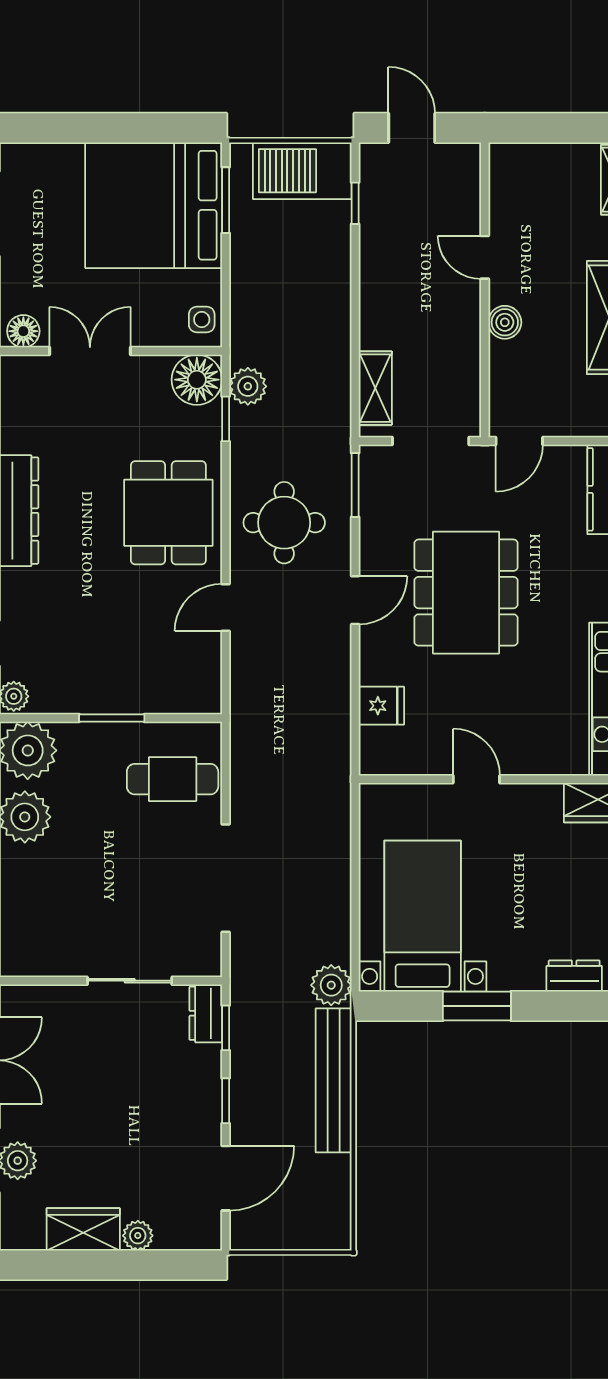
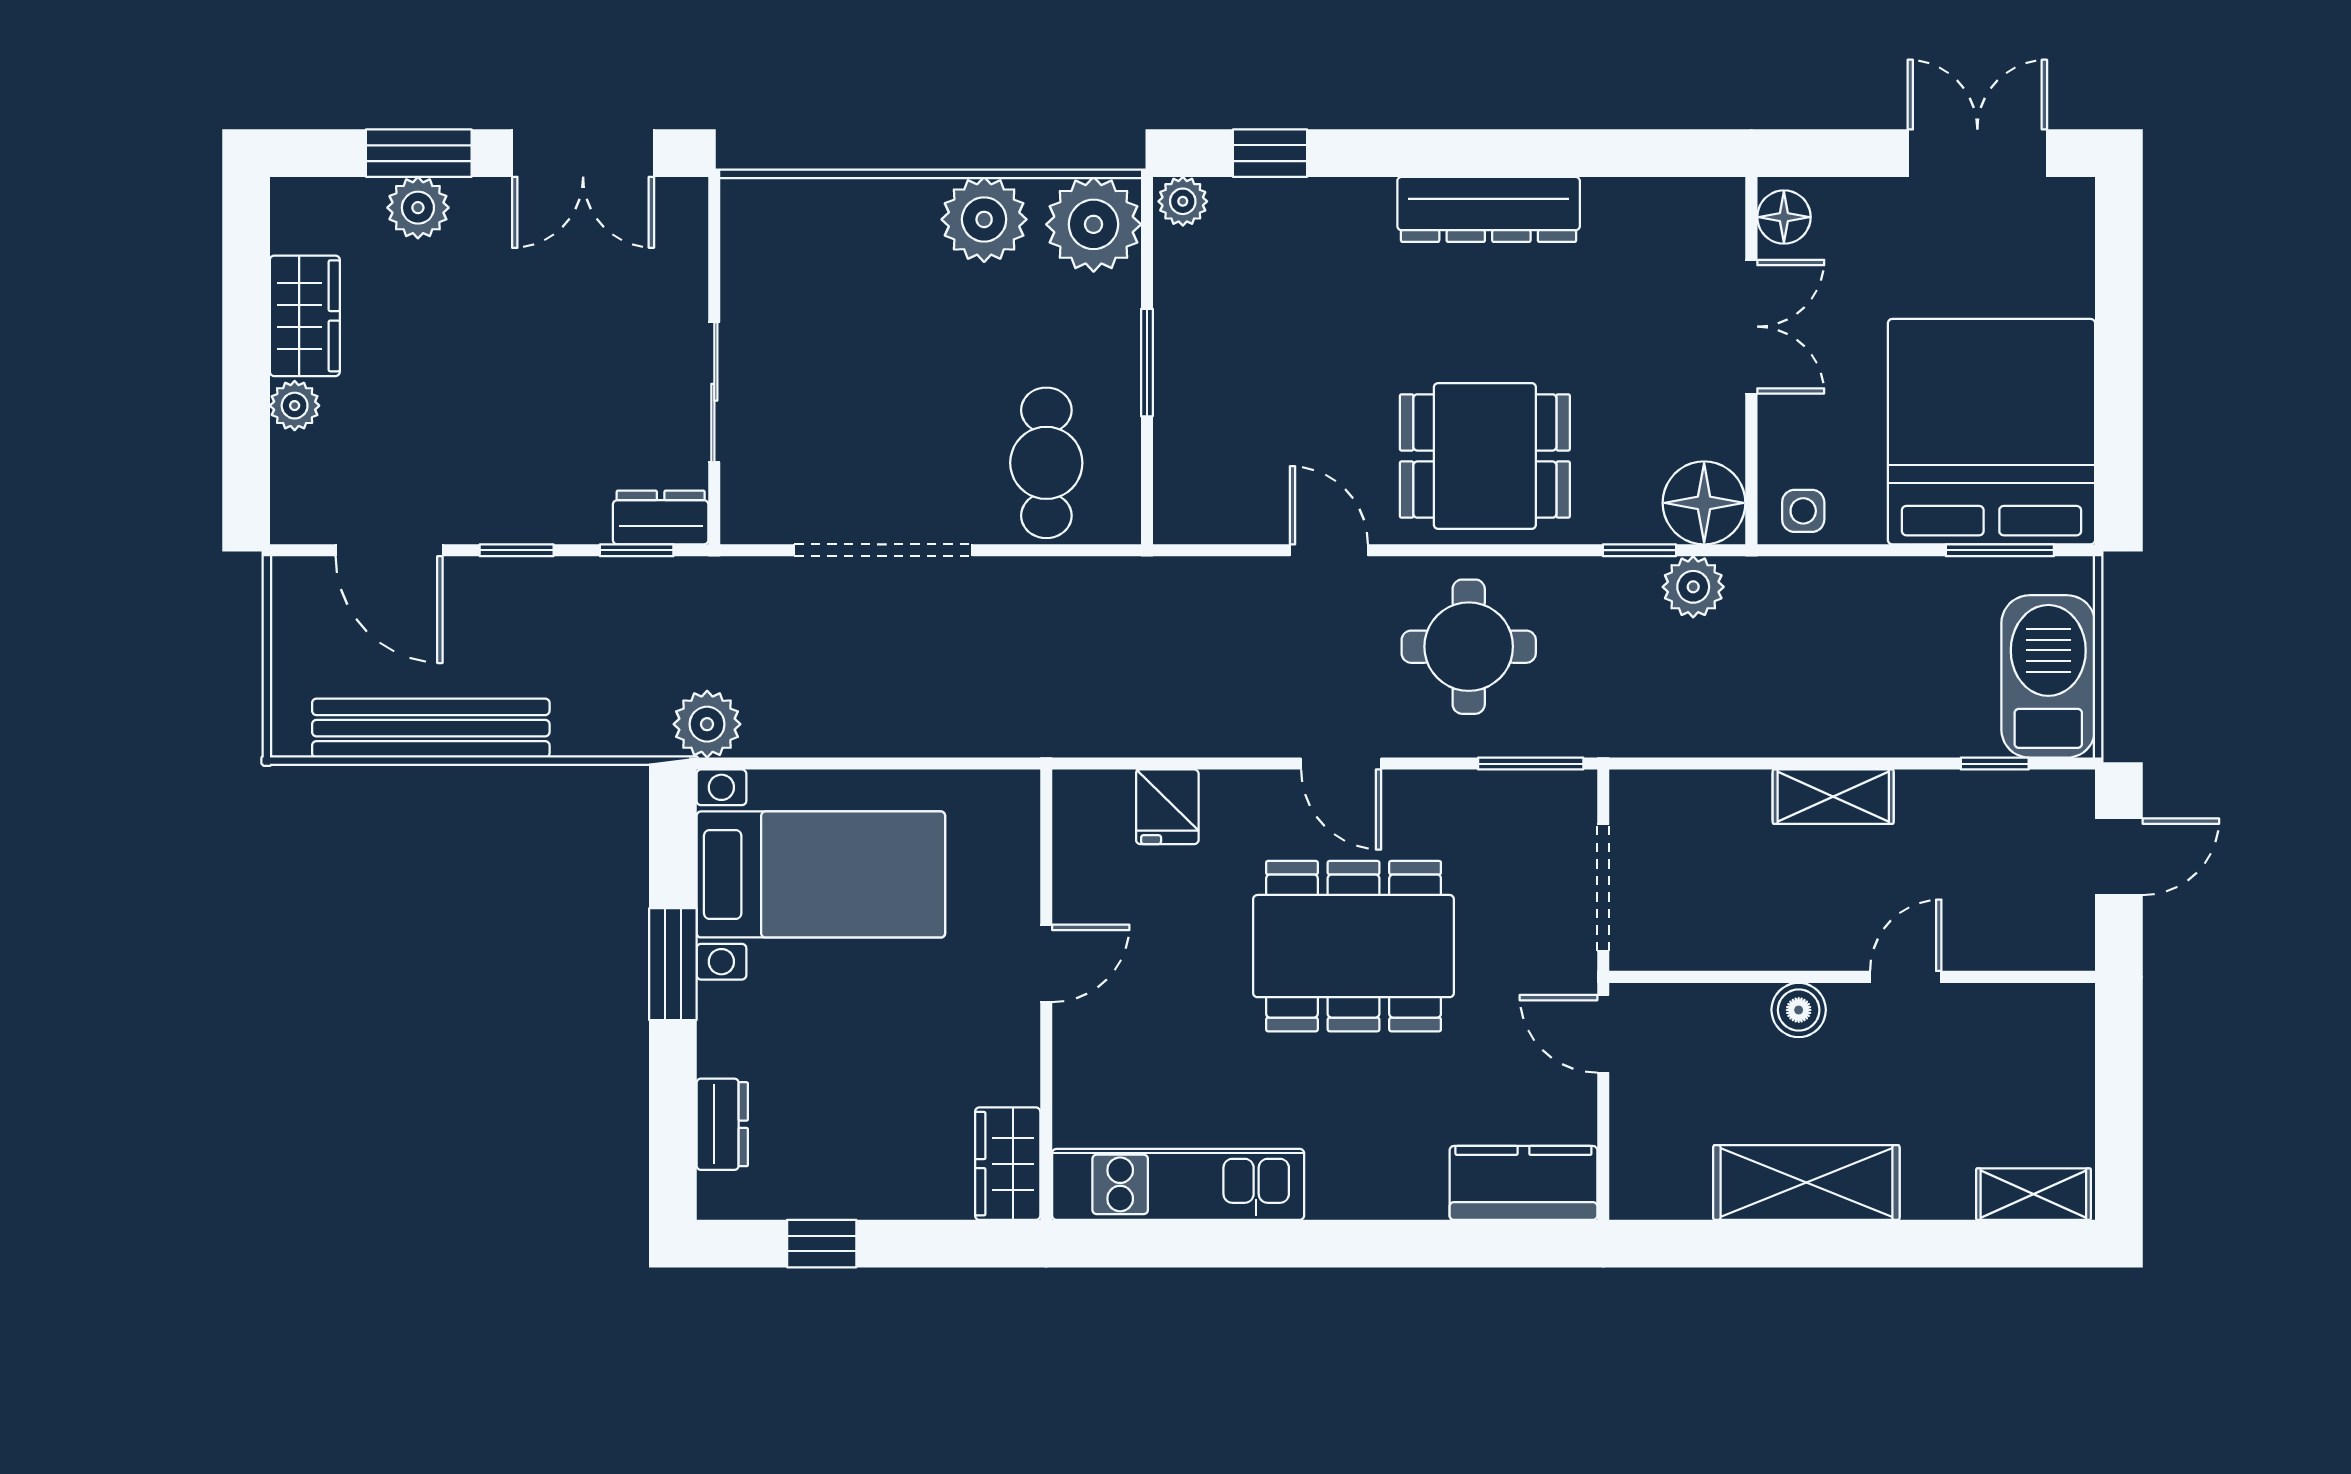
shelving: (375, 388) -> (1833, 797), moved
bench: (334, 1080) -> (431, 728), moved

